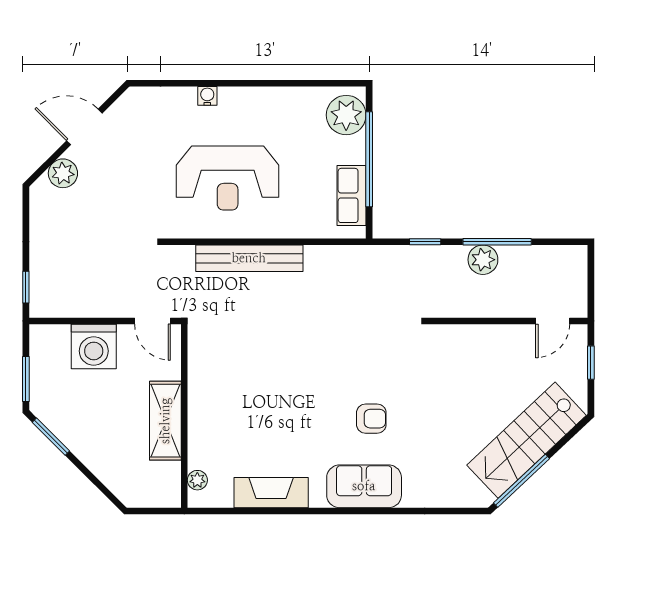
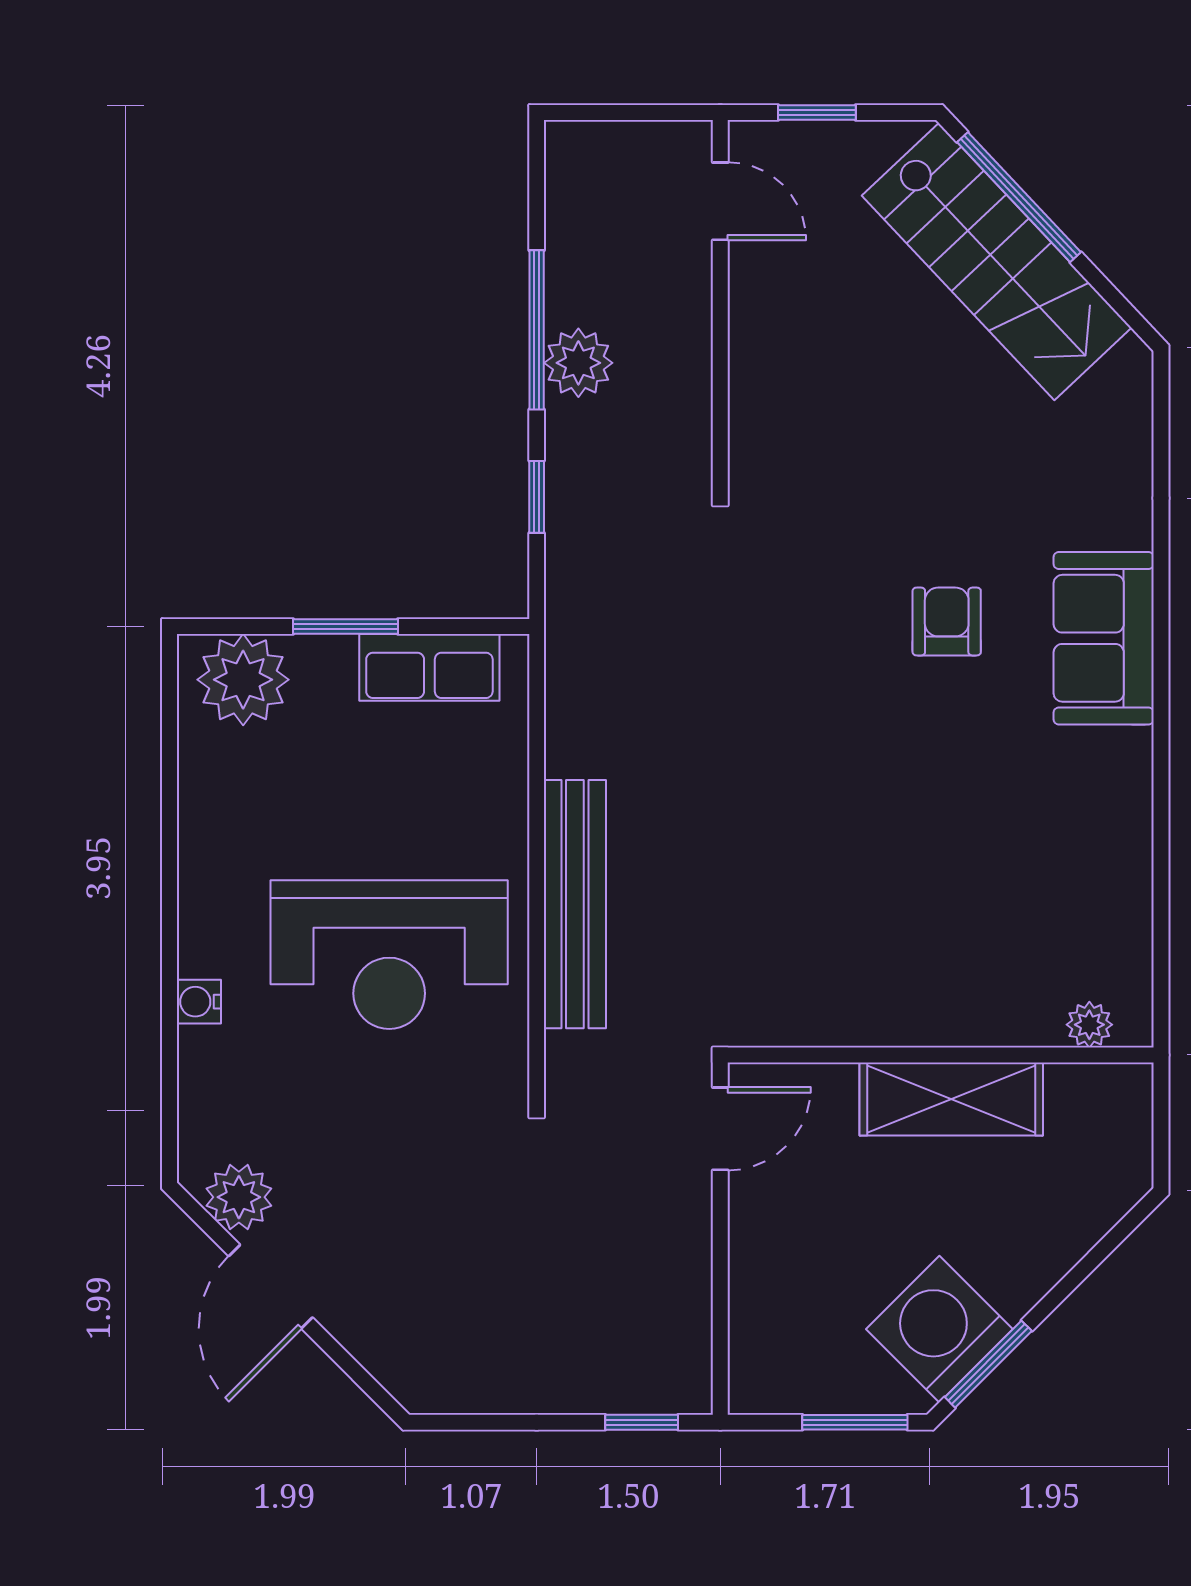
window: (369, 159) -> (345, 627), width x0.47
plant: (63, 173) -> (239, 1197), moved
reception desk: (228, 178) -> (389, 955), turned 90
washing machine: (94, 347) -> (939, 1329), moved, turned -135
window: (522, 481) -> (1019, 197), moved
fireplace: (271, 493) -> (1118, 854), removed

